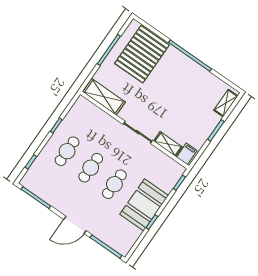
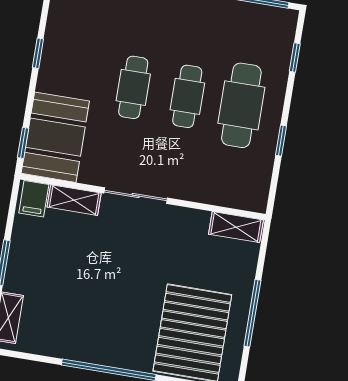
shelving: (104, 97) -> (236, 227), width x0.67, depth x0.75
cafe table: (67, 151) -> (241, 105), width x1.37, depth x1.35
booth: (144, 205) -> (55, 137), moved

